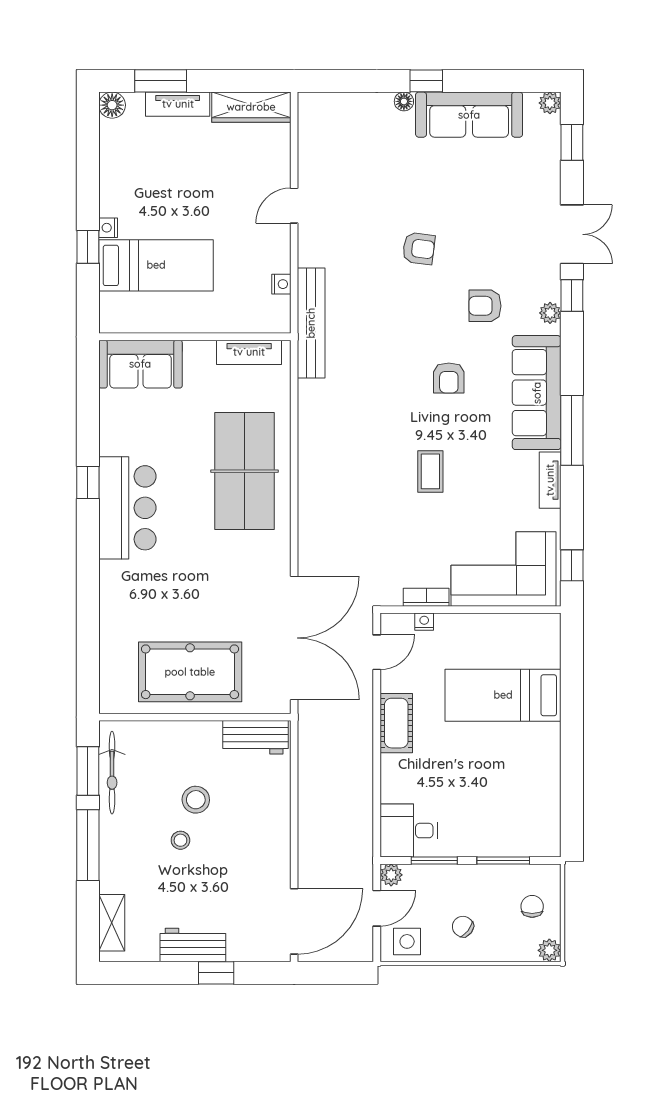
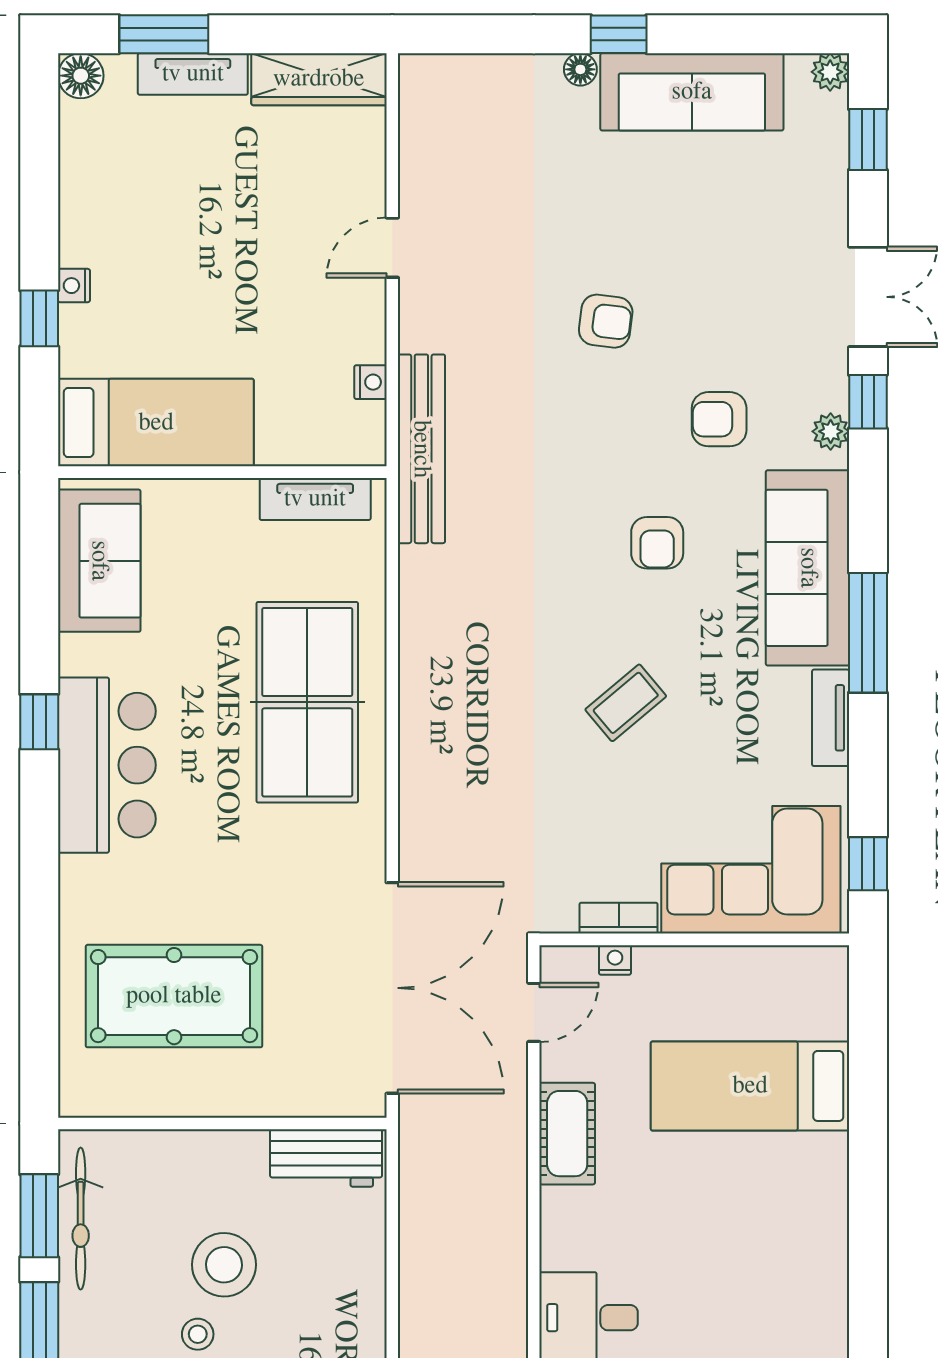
bed: (156, 265) -> (156, 423), moved
sofa: (140, 364) -> (99, 561), moved, turned -90
coffee table: (430, 471) -> (626, 703), turned 50
pool table: (190, 672) -> (174, 996), moved
stool: (196, 800) -> (224, 1265), width x1.38, depth x1.38

